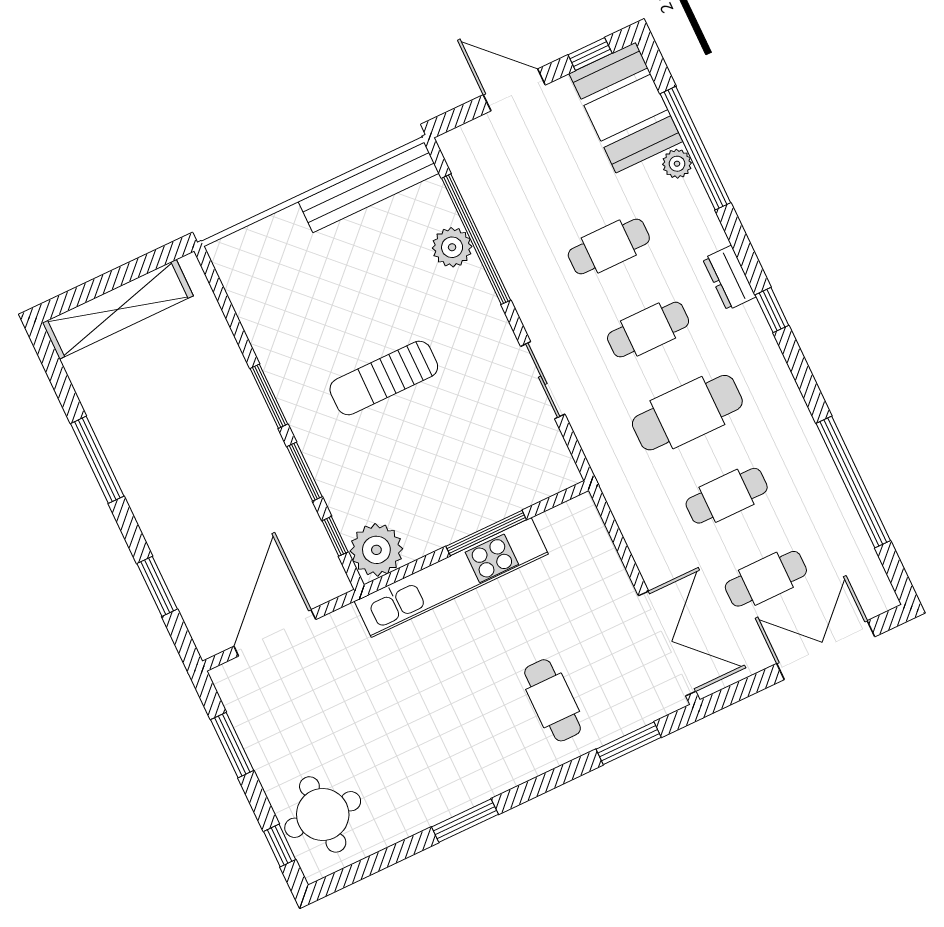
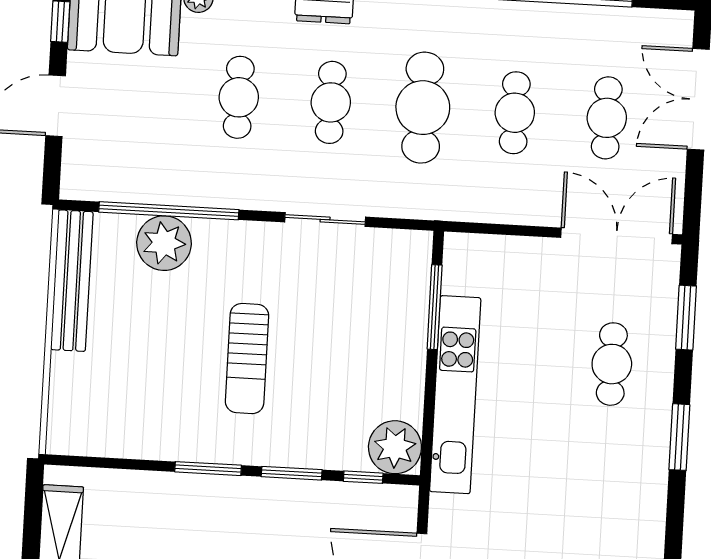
plant: (452, 247) -> (164, 243), width x1.36, depth x1.36
window: (486, 533) -> (435, 307), moved
cafe table: (553, 700) -> (612, 364), turned 90
window: (465, 821) -> (679, 437), moved

